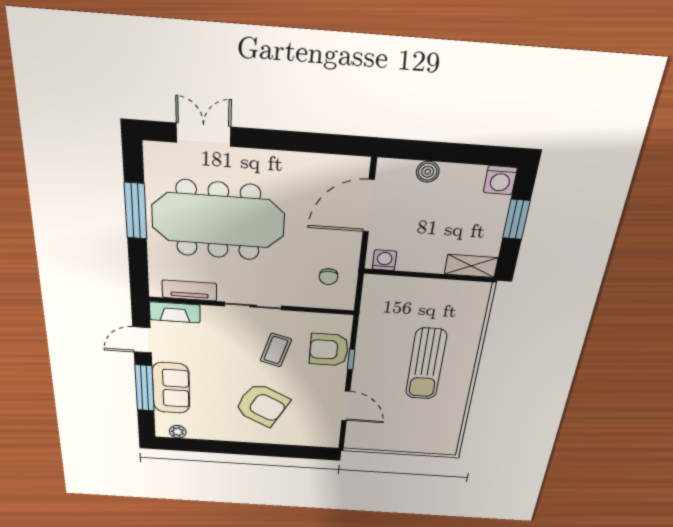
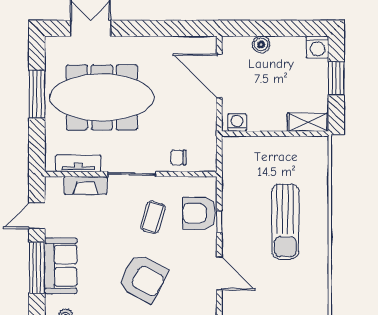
door: (369, 206) -> (219, 76), hinge flipped
chair: (329, 277) -> (178, 158), moved, turned 90
fireplace: (175, 312) -> (85, 185), moved

